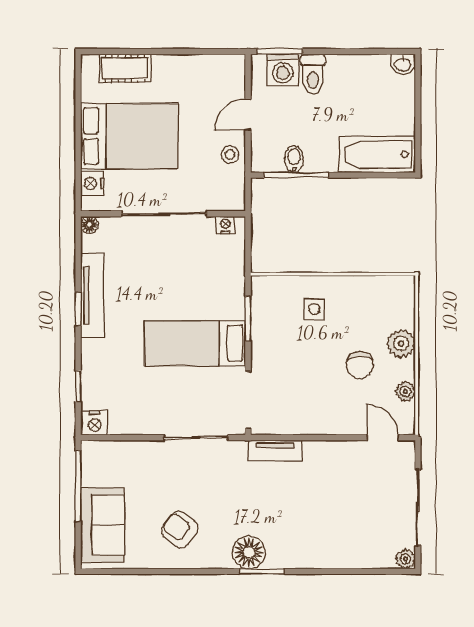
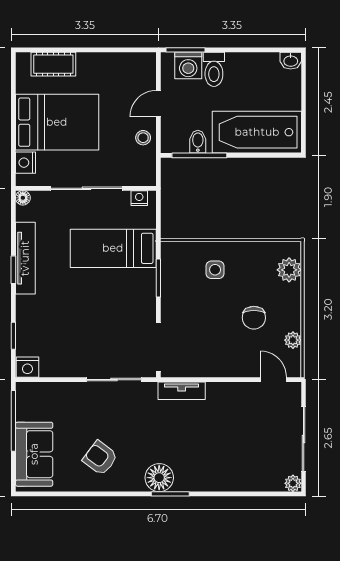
bathtub: (377, 154) -> (257, 132), width x1.36, depth x1.36
bed: (195, 343) -> (113, 248), moved
plant: (401, 343) -> (289, 270), moved

